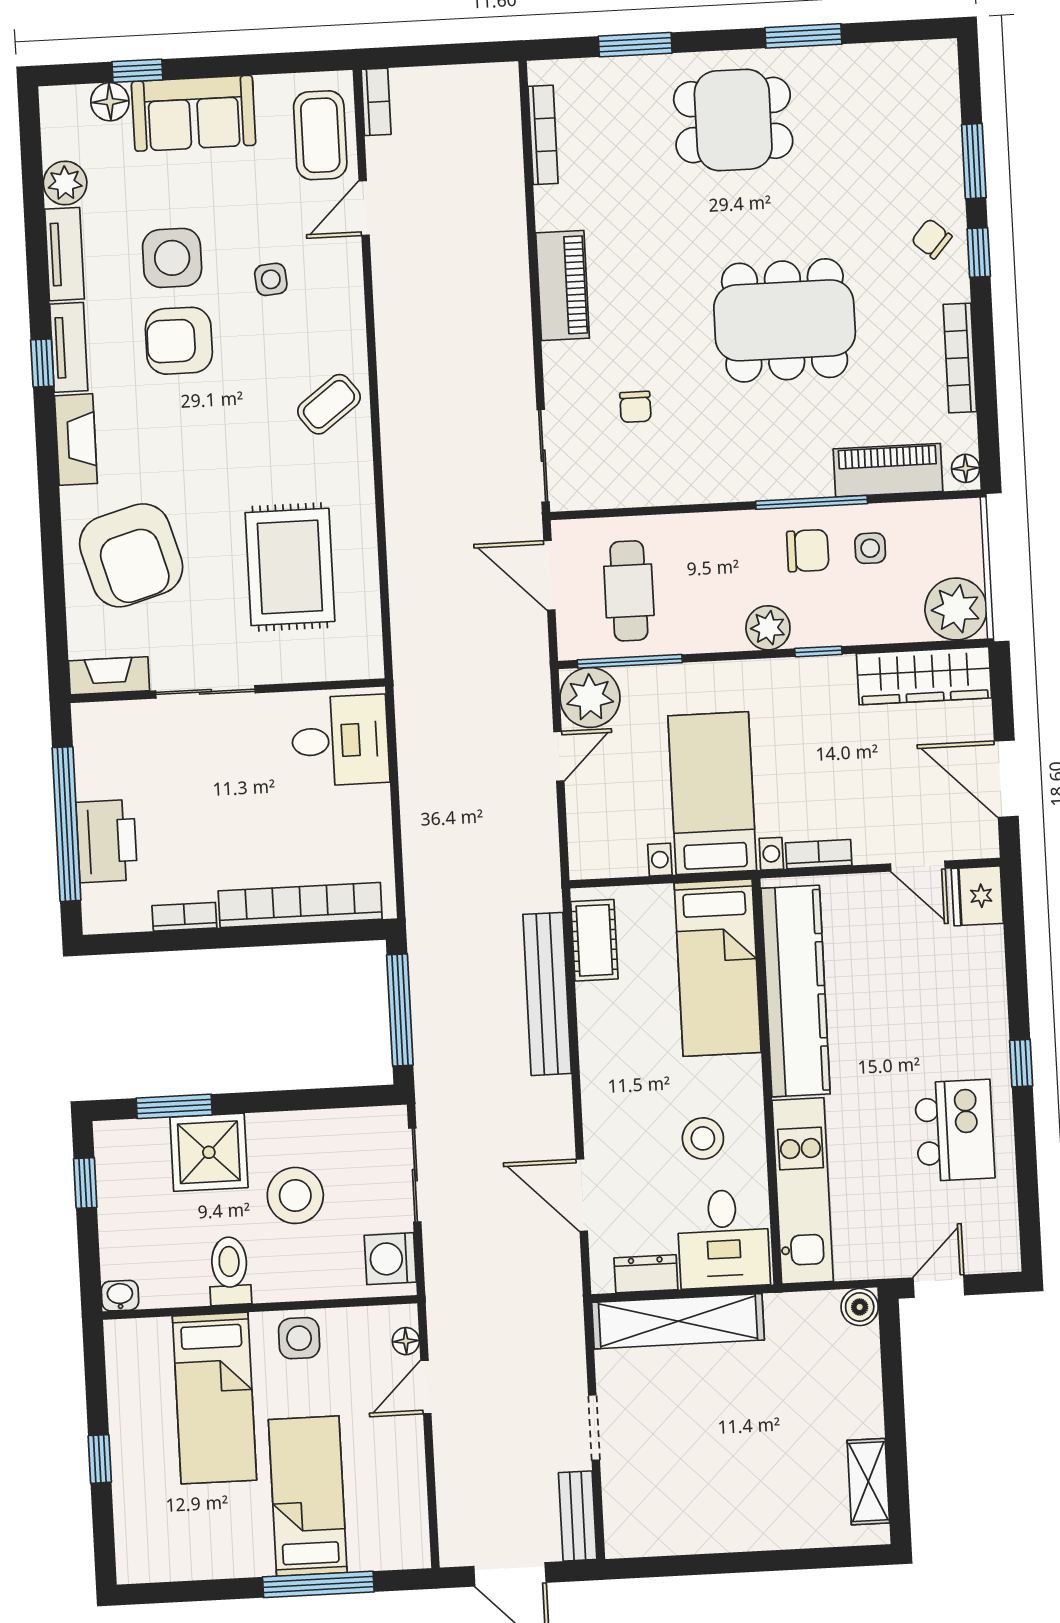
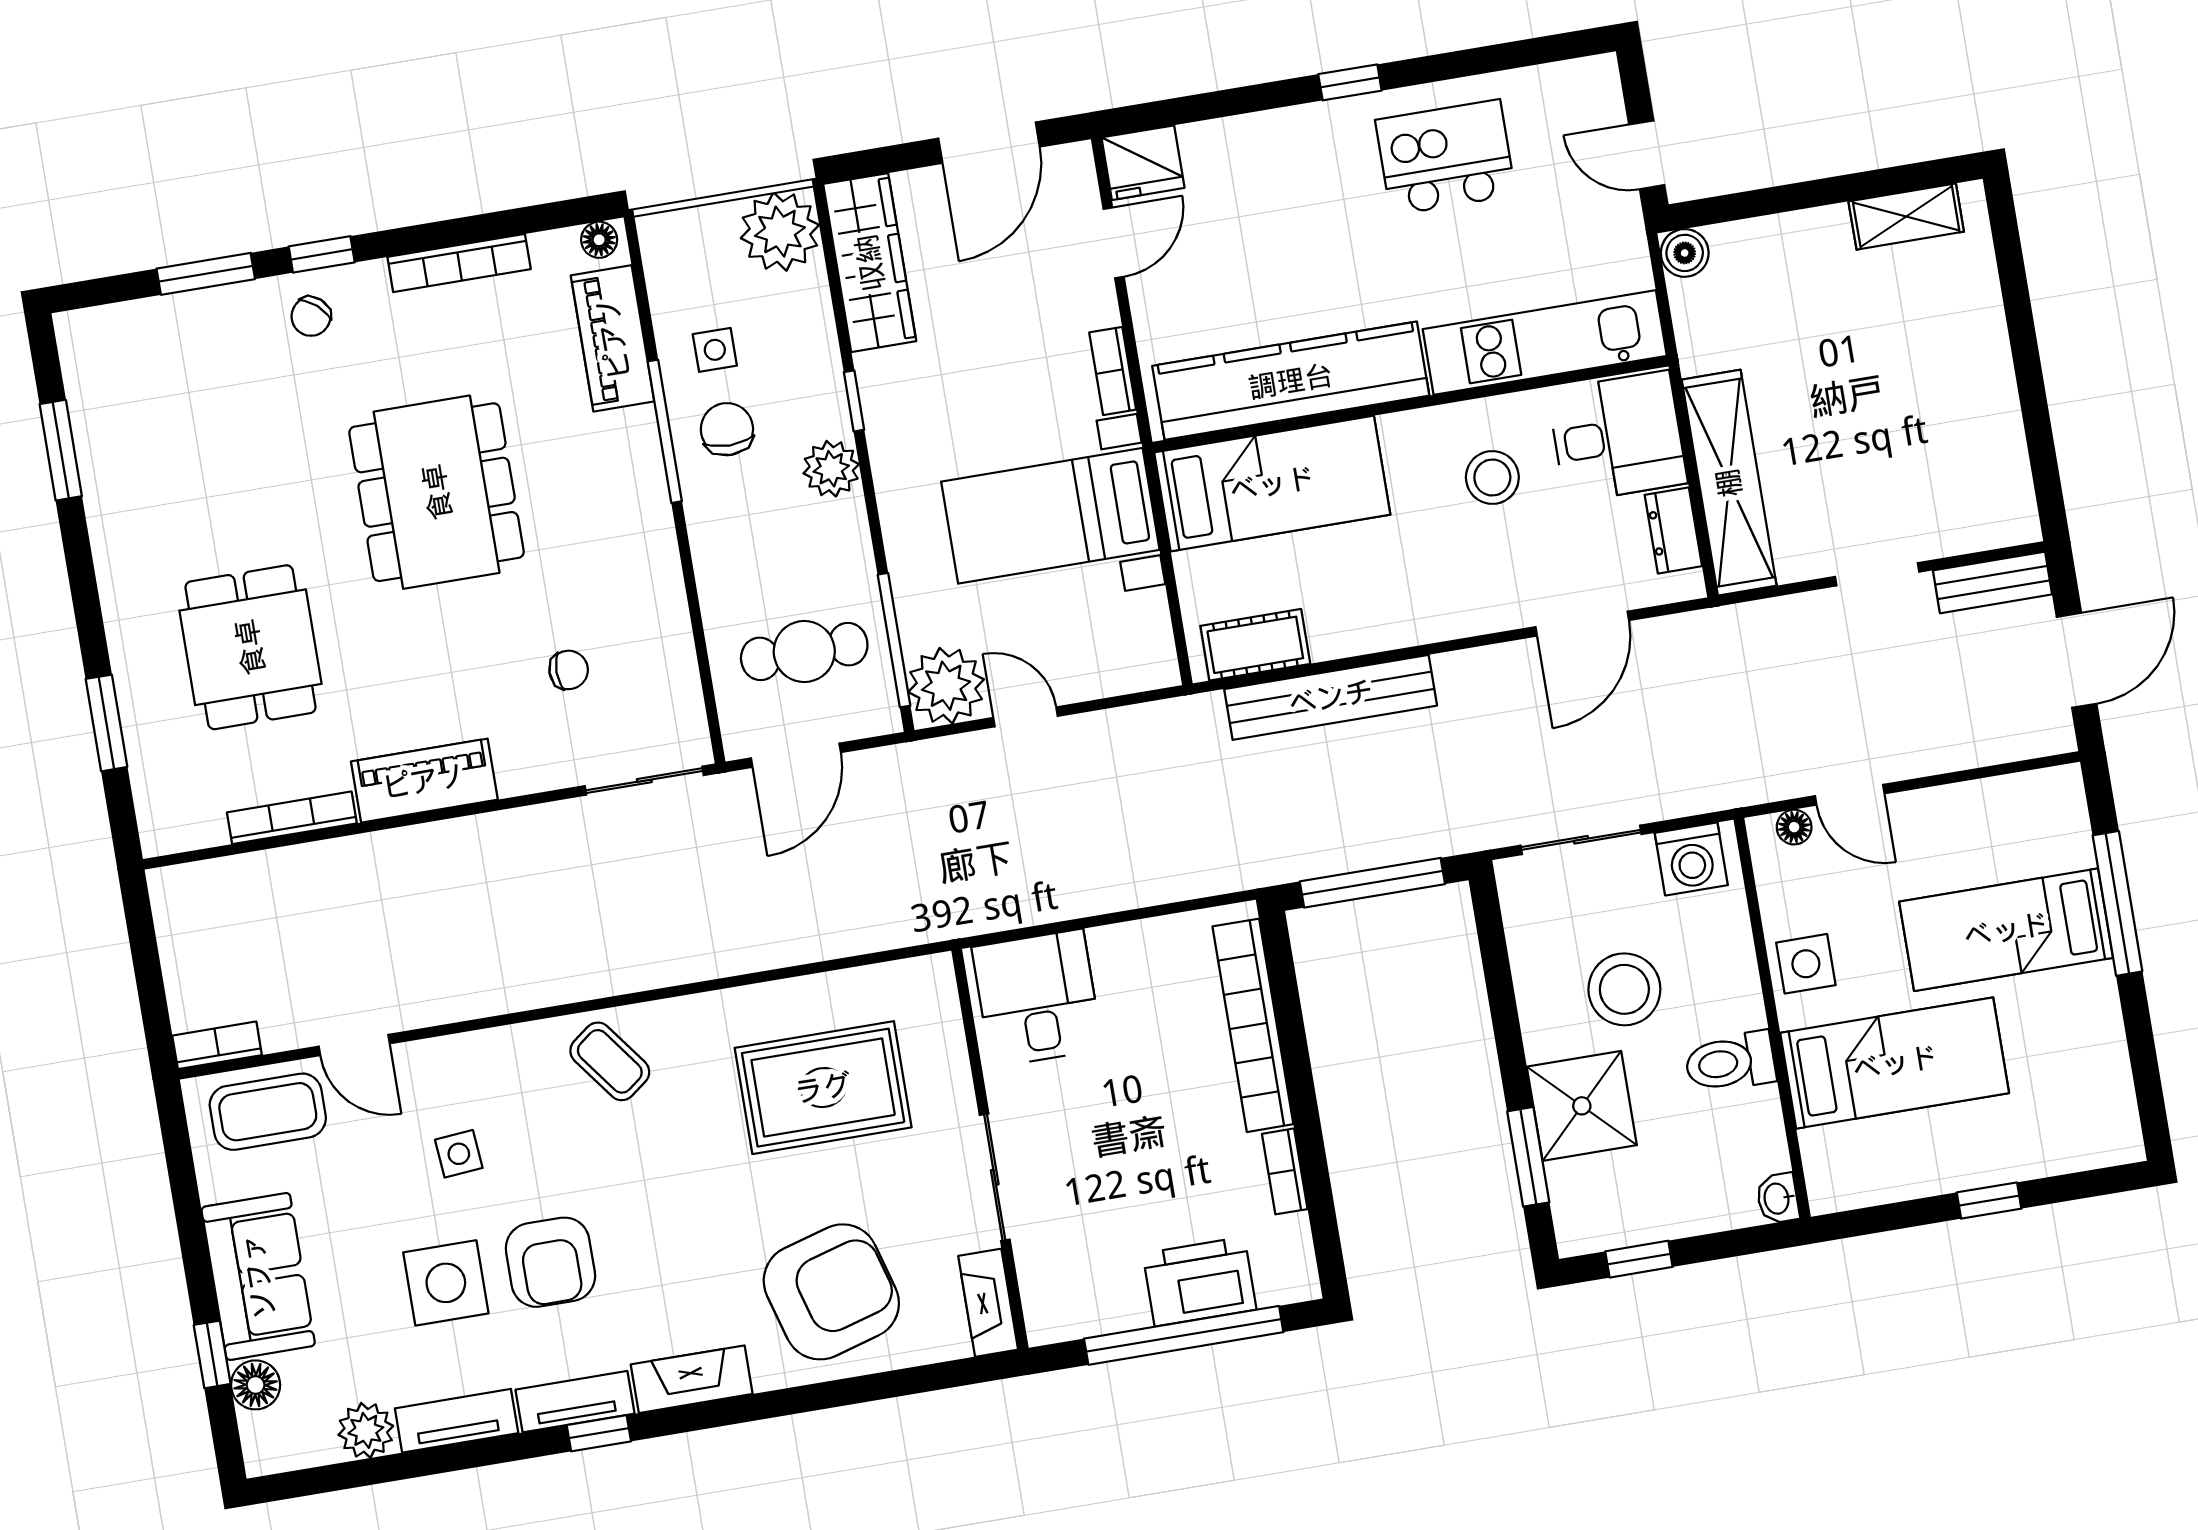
window: (803, 36) -> (61, 450), moved
dining table: (733, 120) -> (250, 647), moved
bookcase: (543, 135) -> (292, 818), moved

